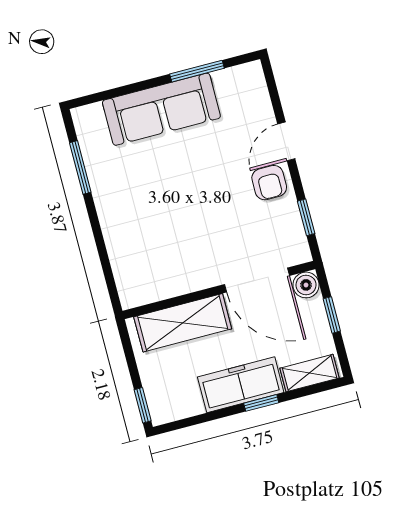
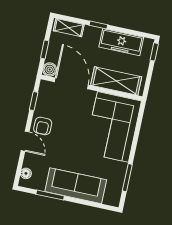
floor lamp: (257, 87) -> (26, 173), added
door: (286, 141) -> (25, 141), hinge flipped
armchair: (269, 183) -> (43, 126), turned 180
corner sofa: (149, 242) -> (113, 127), added
freezer: (241, 385) -> (121, 42), moved

